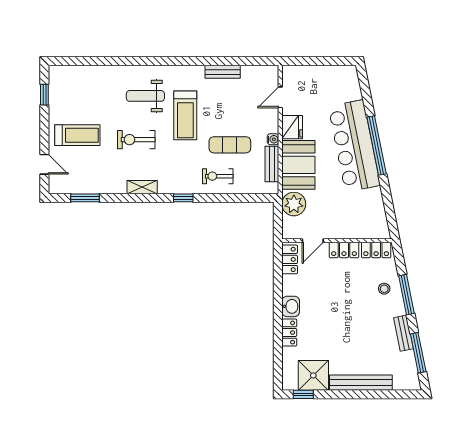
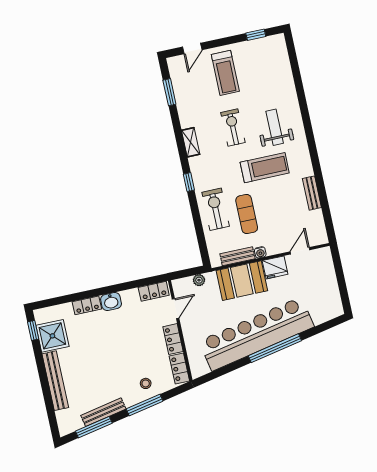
door: (280, 97) -> (300, 251), hinge flipped
treadmill: (185, 115) -> (265, 168), turned 180
bar counter: (354, 146) -> (257, 334), width x1.36
exercise bike: (218, 176) -> (216, 209), width x1.38, depth x1.39
plant: (294, 204) -> (199, 280), width x0.53, depth x0.53
door: (313, 241) -> (175, 309), swing flipped
bench: (403, 333) -> (103, 412), width x1.36

